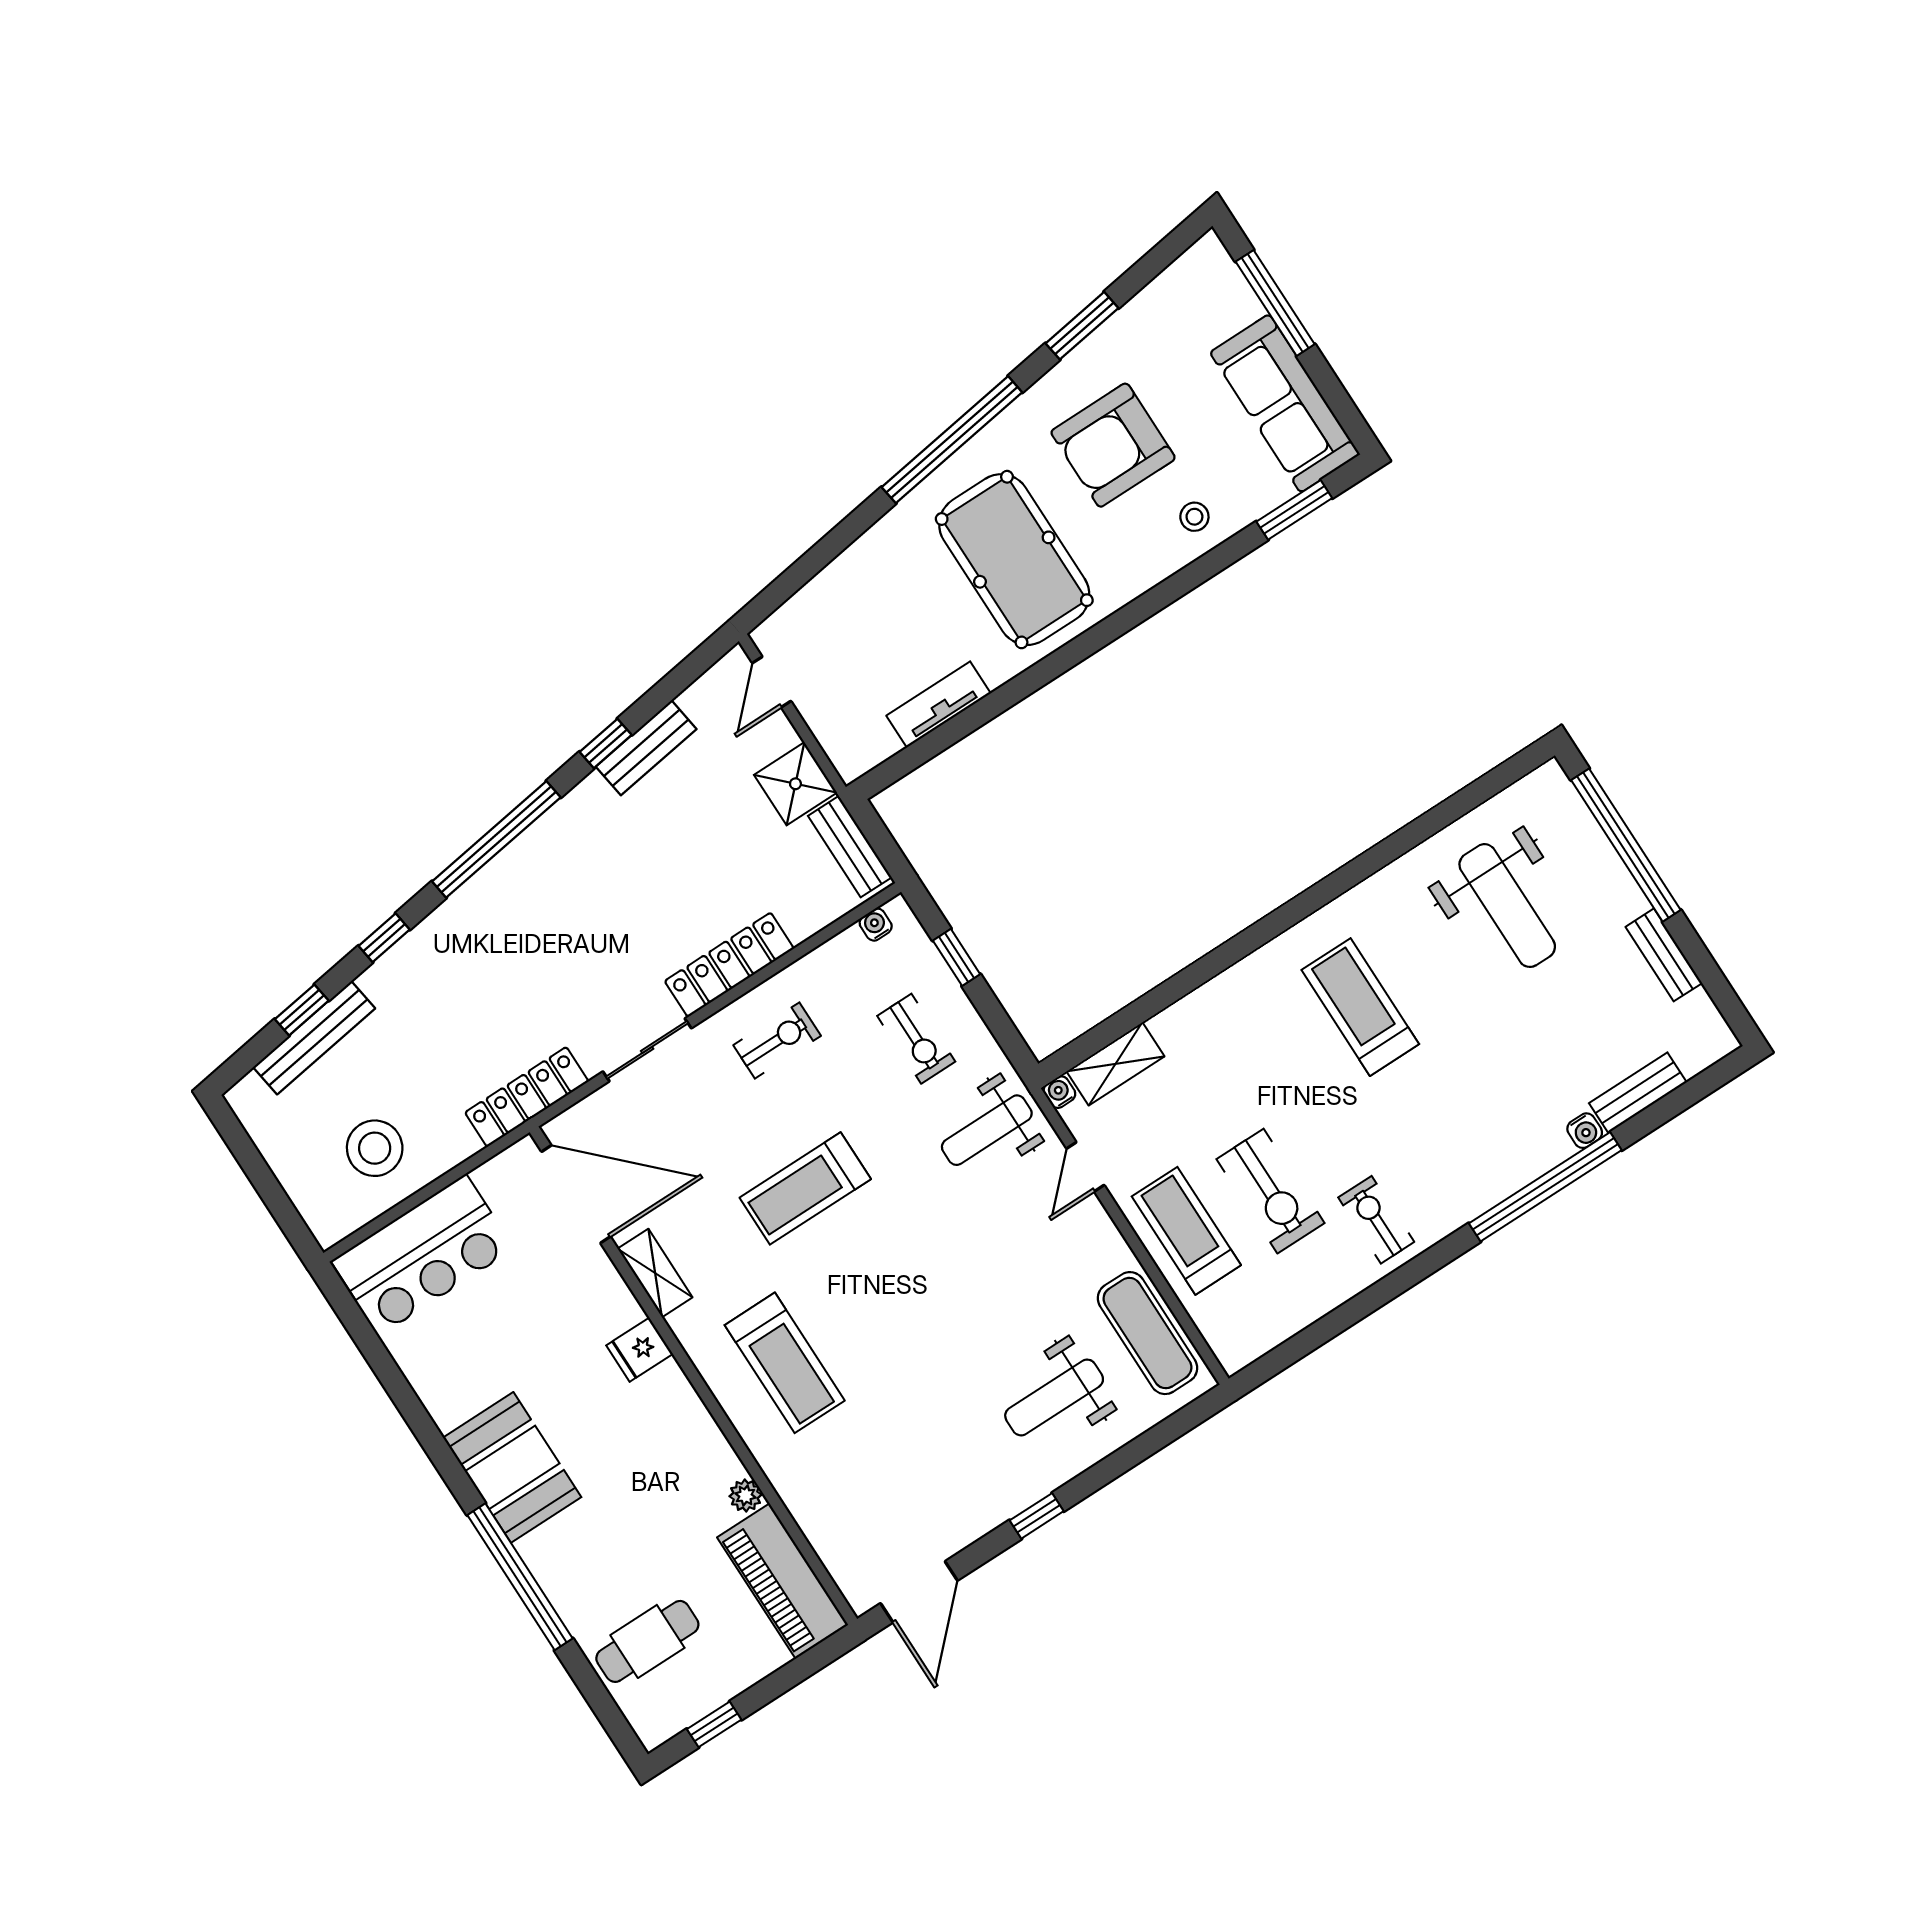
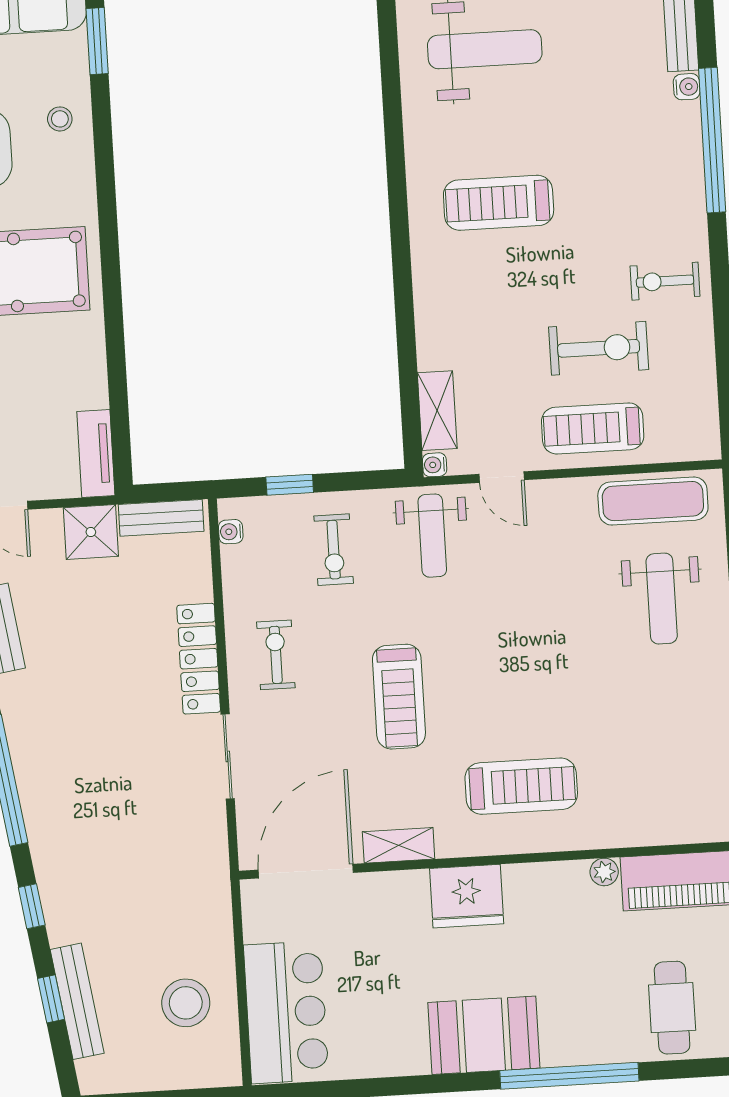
tv unit: (939, 705) -> (96, 454), moved
exercise bike: (916, 1039) -> (334, 550), turned 90
locker: (527, 1097) -> (212, 867), removed
fridge: (640, 1350) -> (467, 896), width x1.88, depth x1.34

